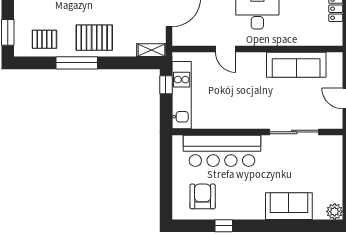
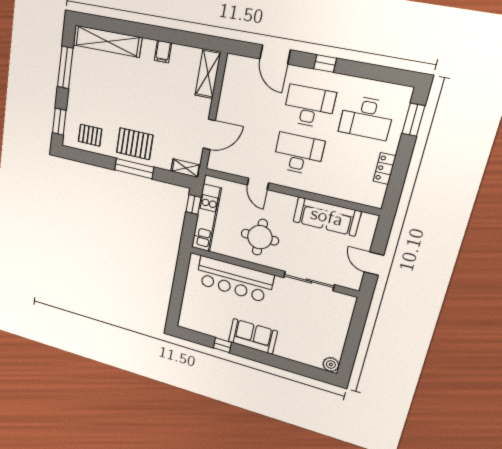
window: (77, 63) -> (134, 169), moved
round table: (238, 101) -> (260, 237), added
armchair: (203, 196) -> (208, 314), removed
sofa: (289, 206) -> (253, 336), moved

